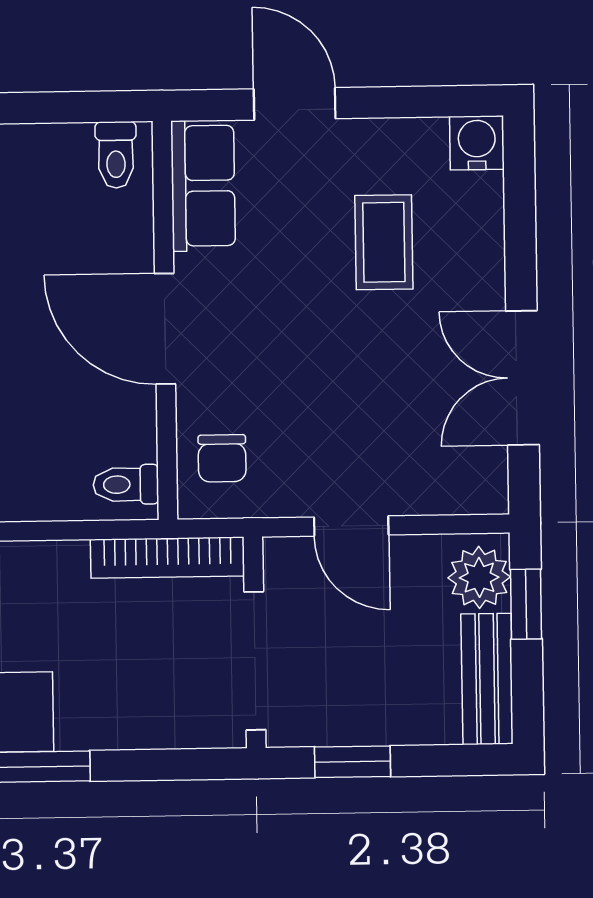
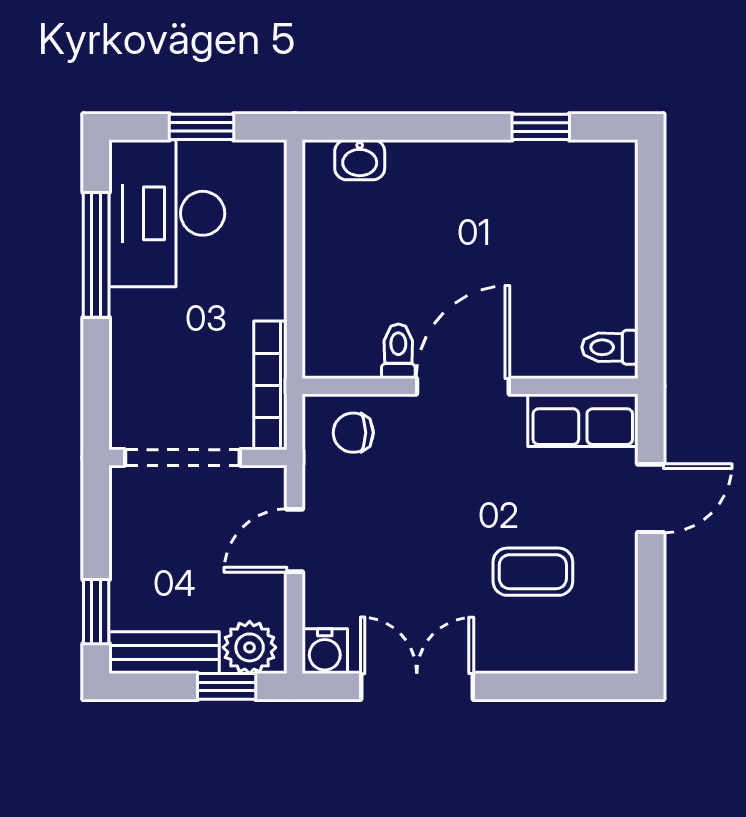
water cooler: (477, 143) -> (325, 651), moved, turned 90
toilet: (126, 485) -> (398, 351), moved
window: (353, 762) -> (96, 612), moved

